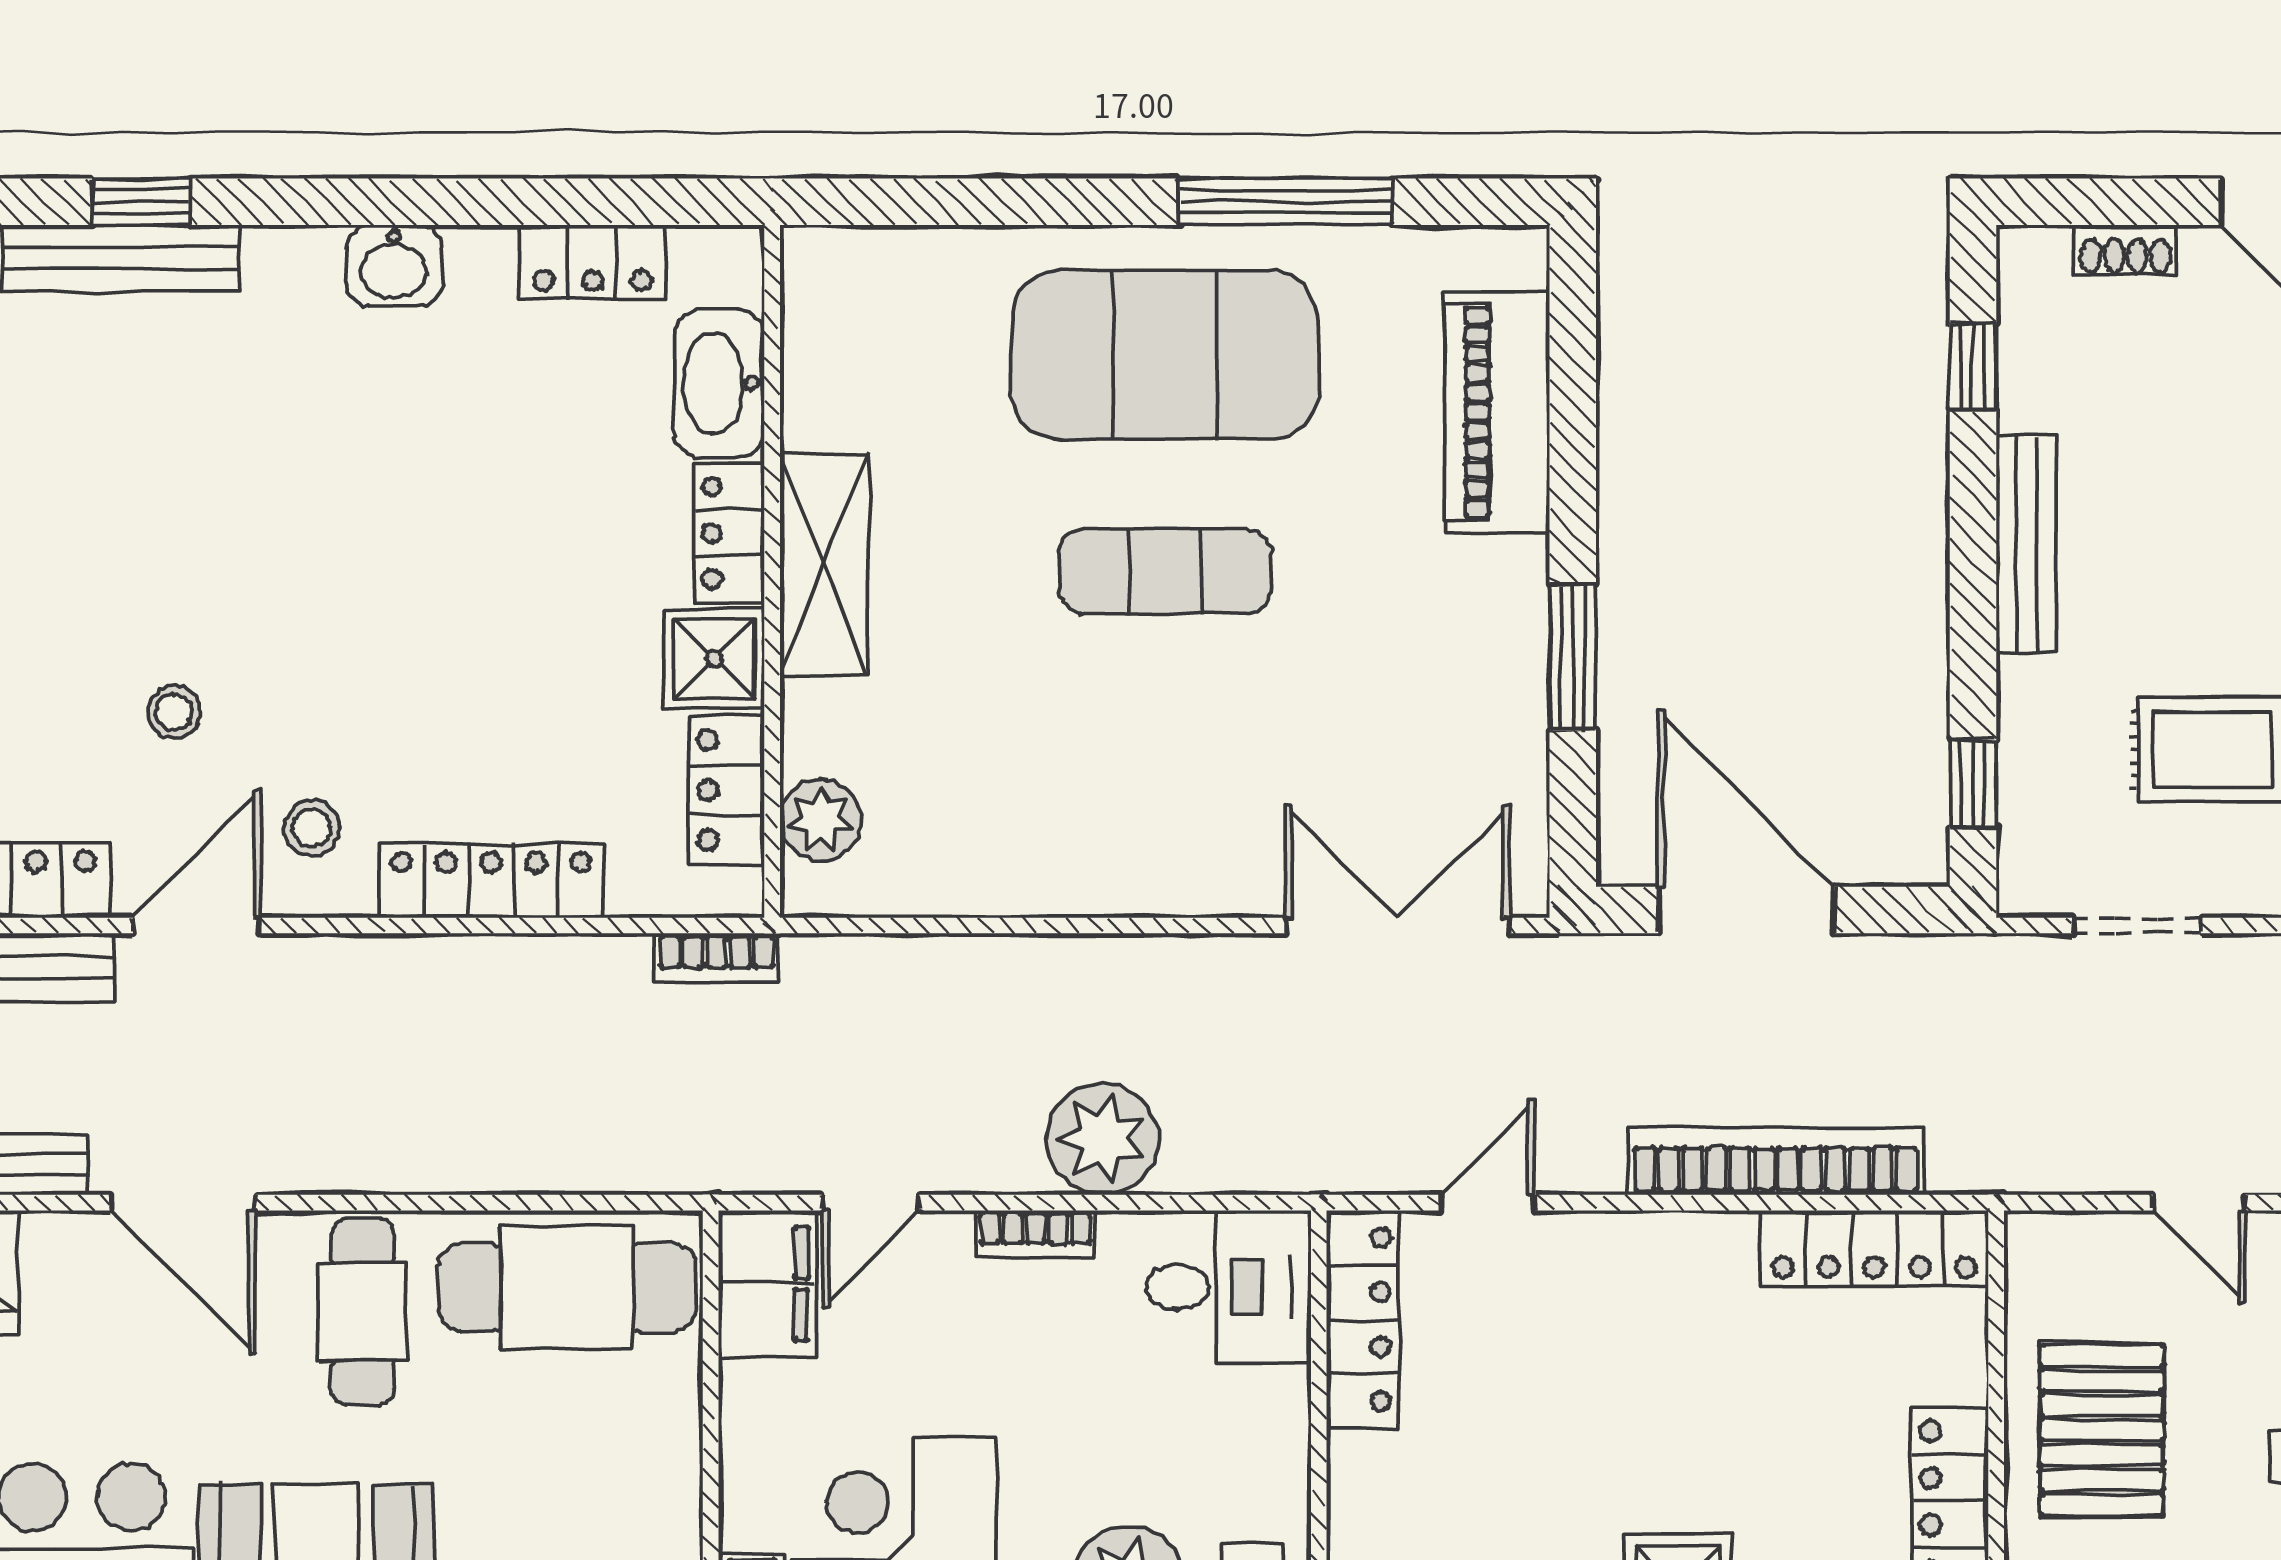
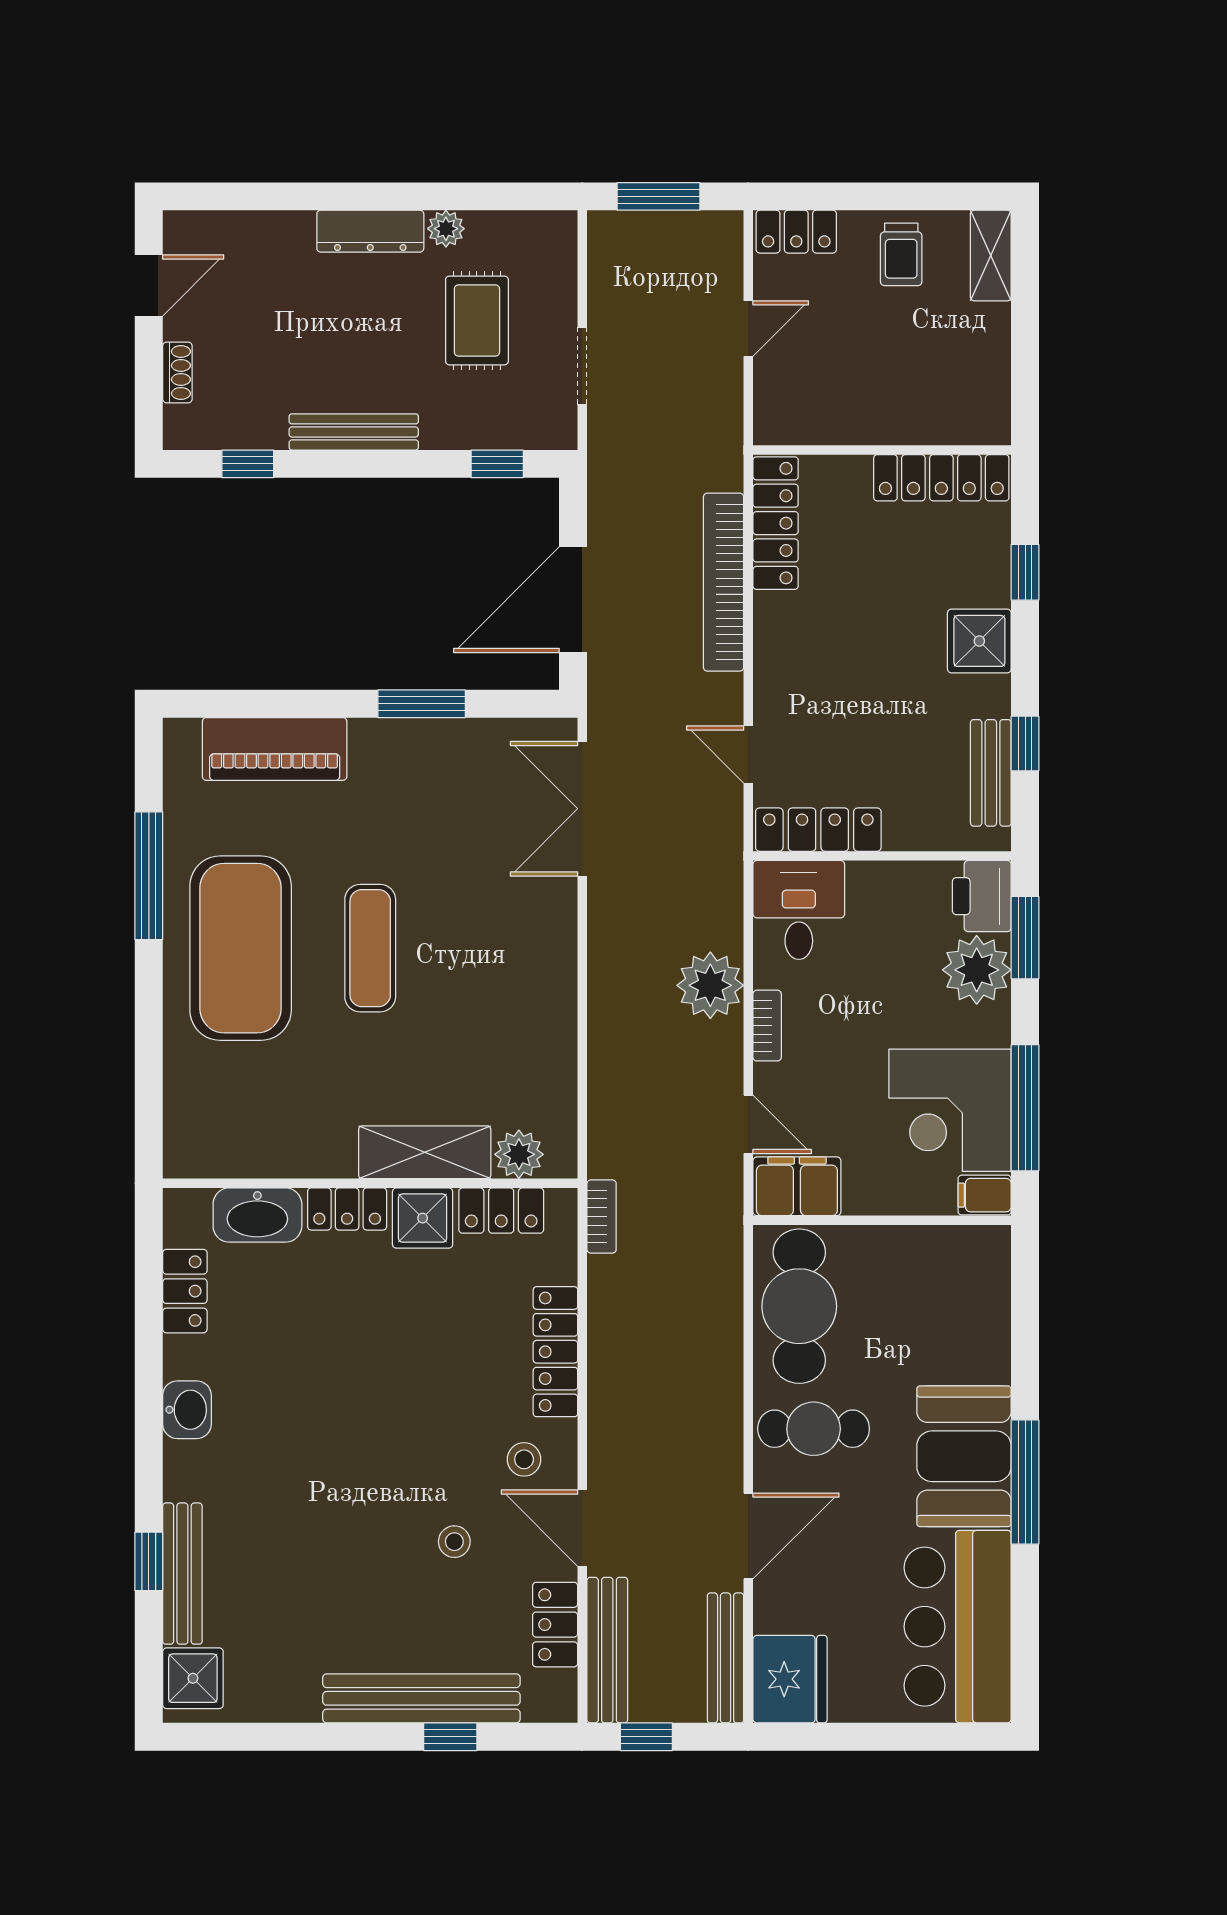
shelving: (824, 564) -> (425, 1152), moved
pallet: (2102, 1430) -> (885, 387), removed

